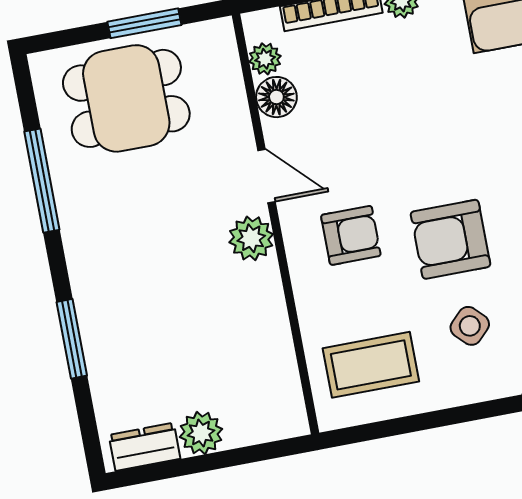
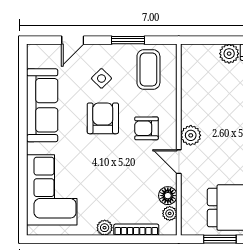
armchair: (450, 239) -> (103, 118), turned -90
coffee table: (371, 365) -> (148, 69), turned 90
window: (428, 421) -> (128, 40), added

